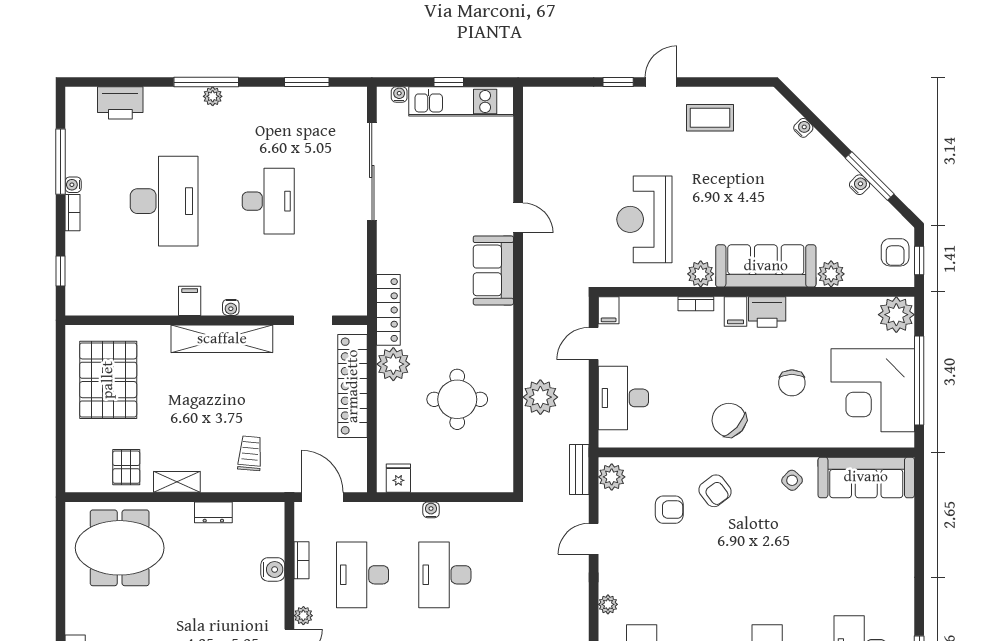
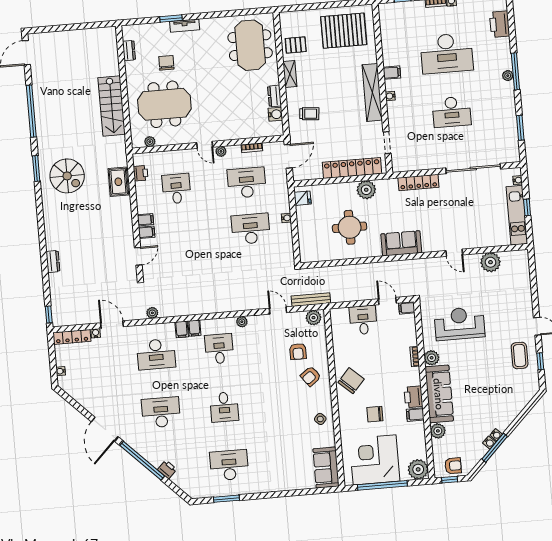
window: (618, 82) -> (540, 361), moved
water cooler: (803, 128) -> (496, 435), moved
door: (518, 218) -> (454, 253), hinge flipped
armchair: (895, 252) -> (453, 466), turned 180
sofa: (493, 270) -> (401, 243), moved
locker: (388, 310) -> (418, 182), moved
filing cabinet: (736, 311) -> (415, 415), moved
plant: (540, 397) -> (490, 262), moved
desk: (623, 398) -> (363, 320), width x0.73
bench: (579, 470) -> (311, 300), width x1.36
sofa: (866, 477) -> (326, 468), width x0.73
water cooler: (273, 569) -> (275, 114), moved, turned -90

